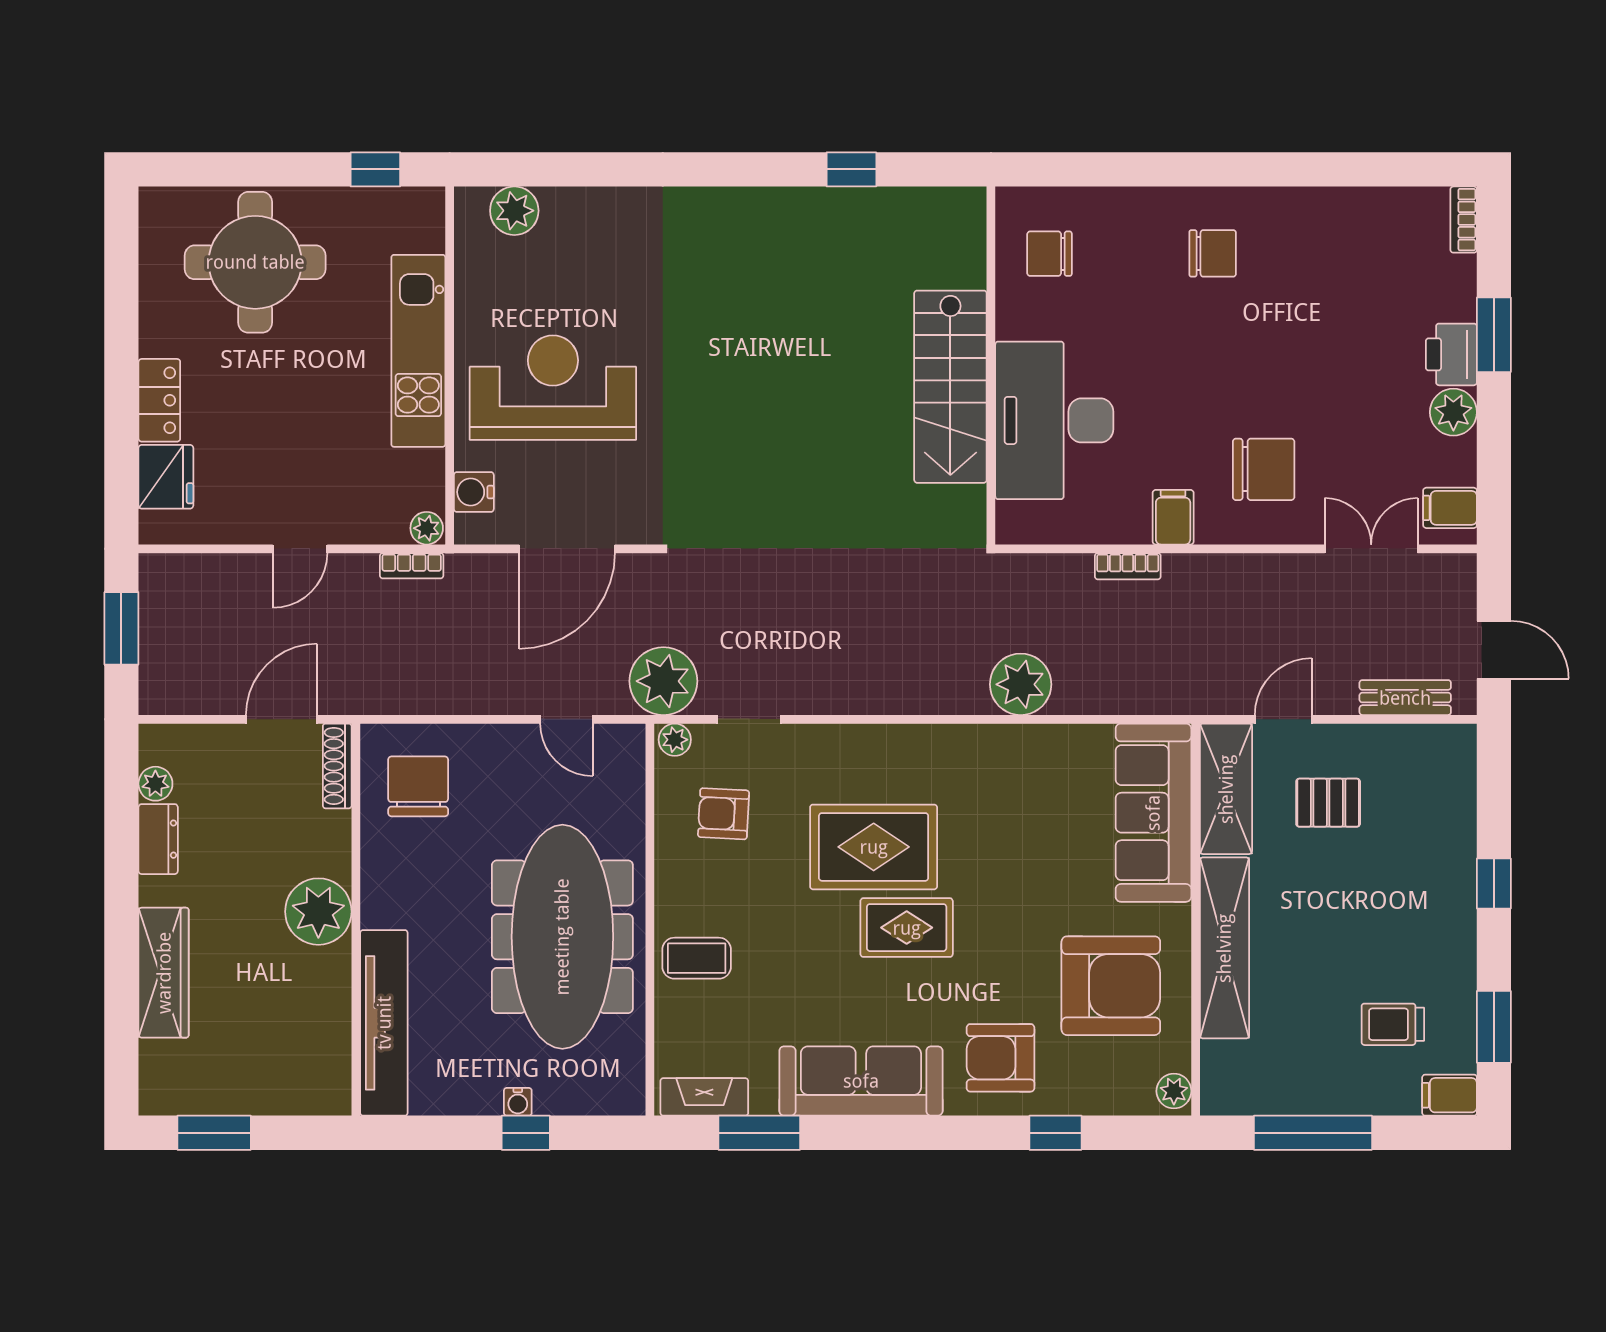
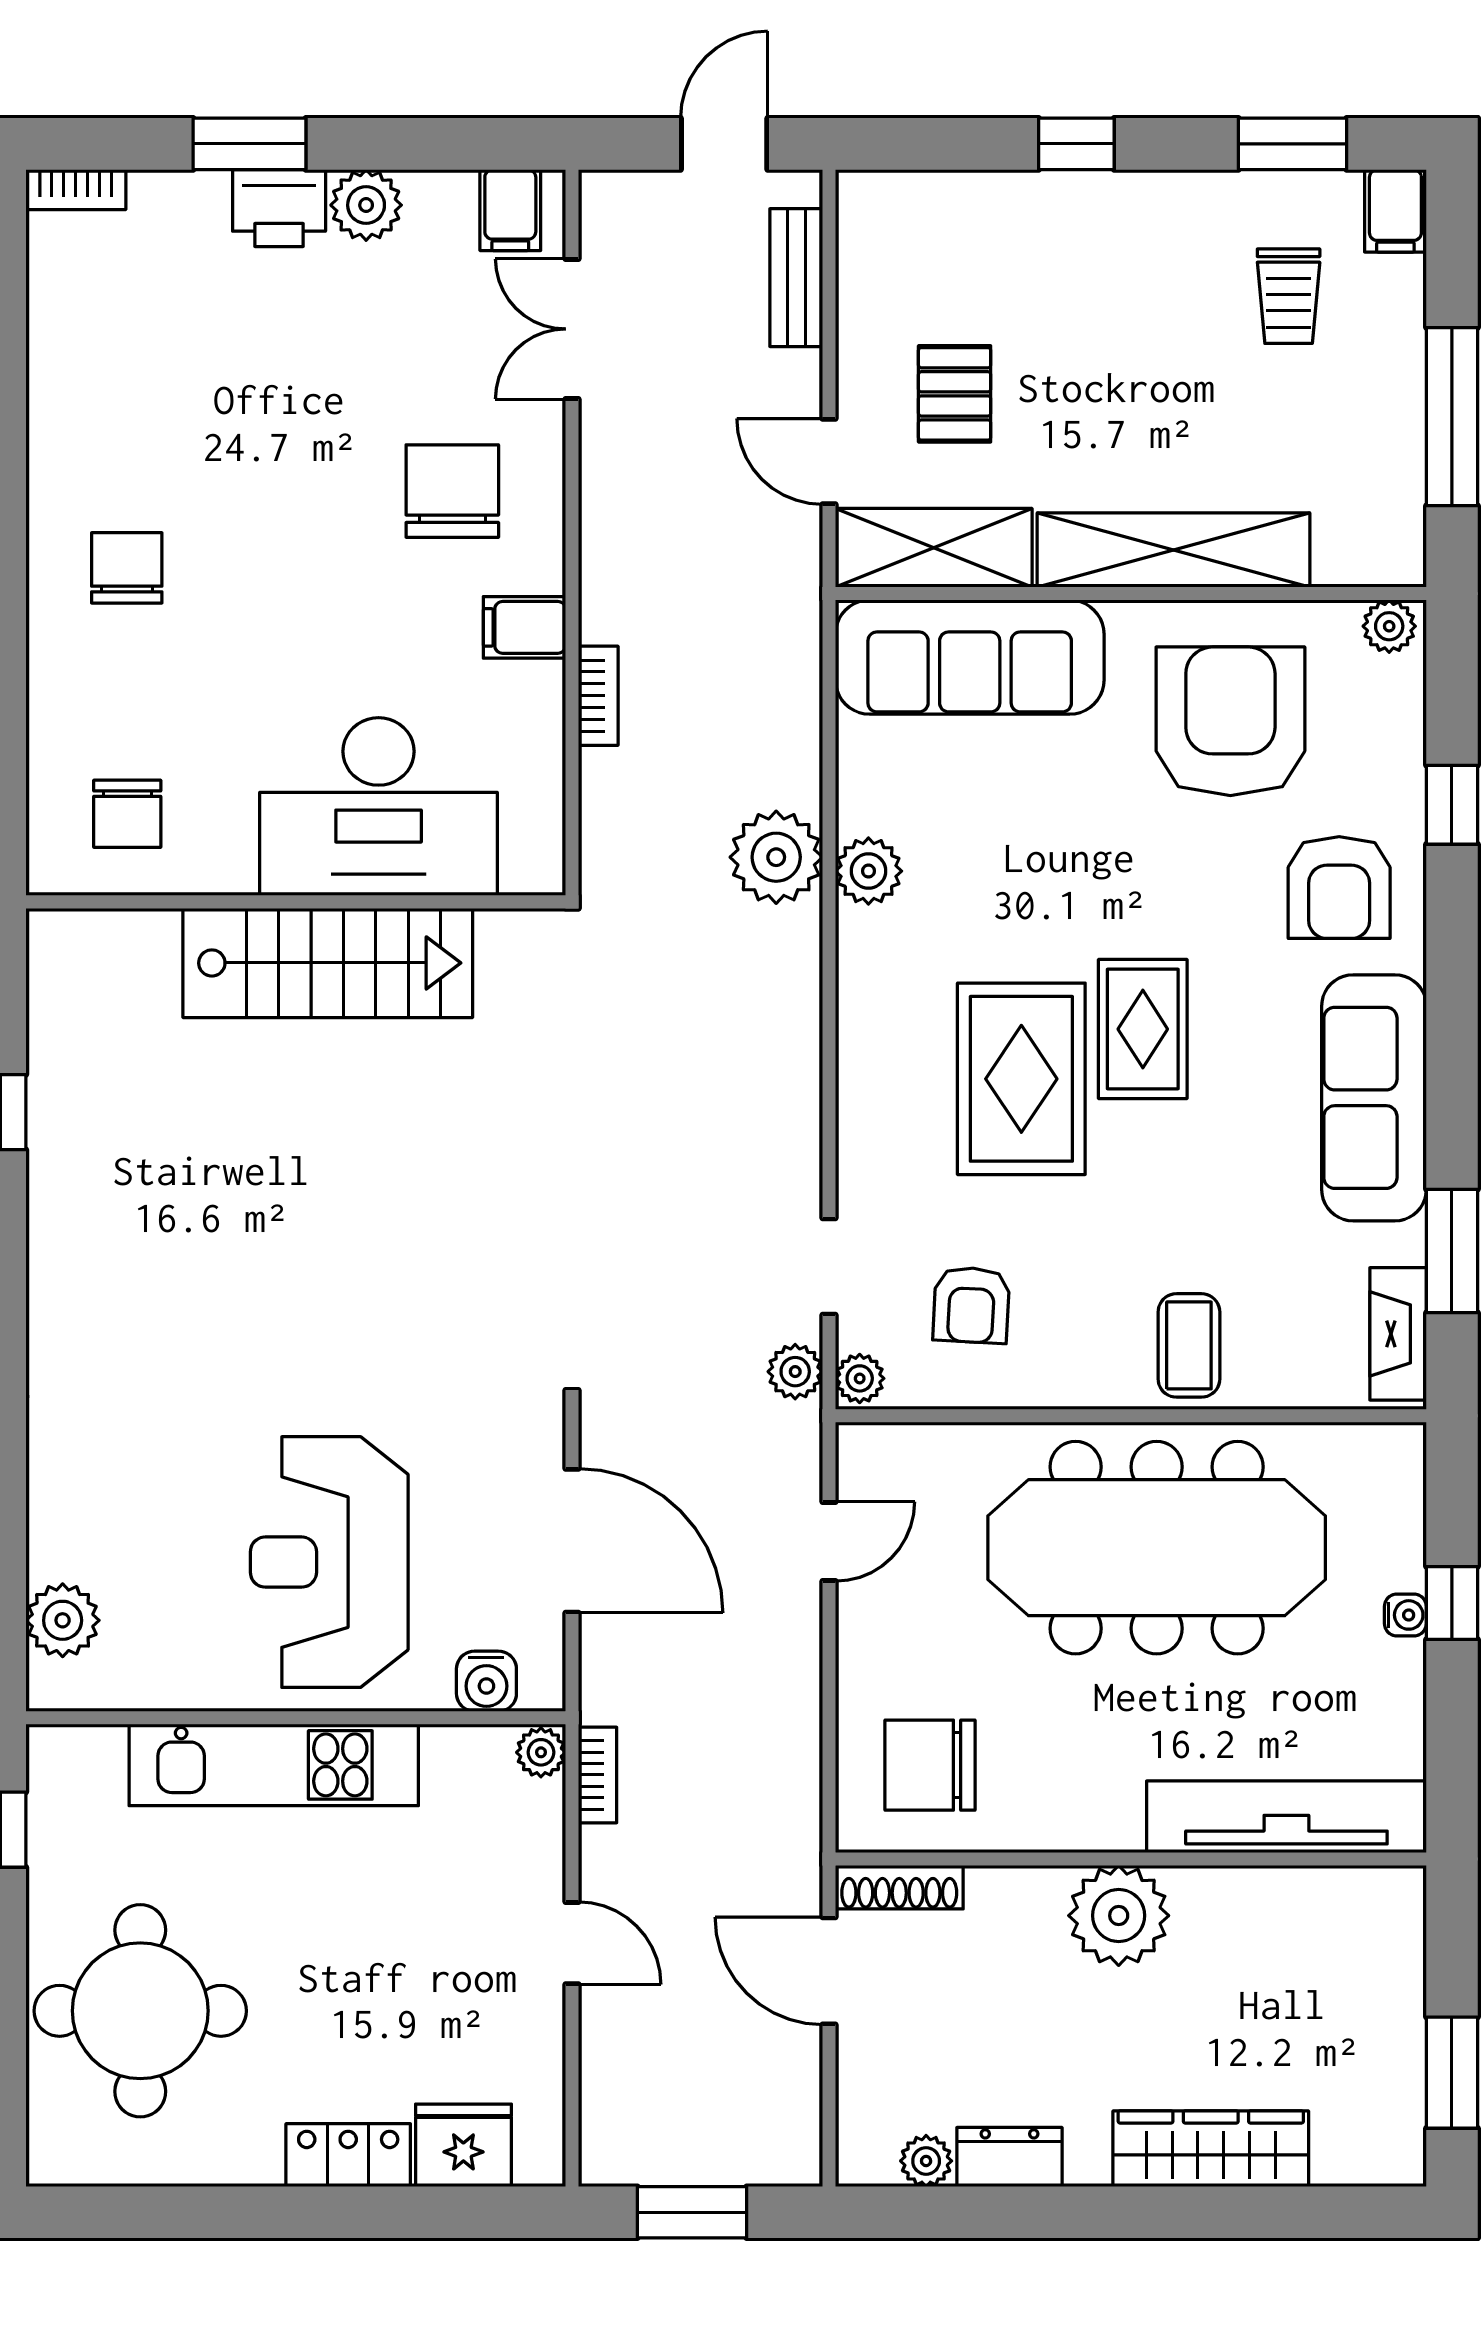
plant: (663, 681) -> (795, 1372), width x0.53, depth x0.53
plant: (1011, 746) -> (868, 871), added

